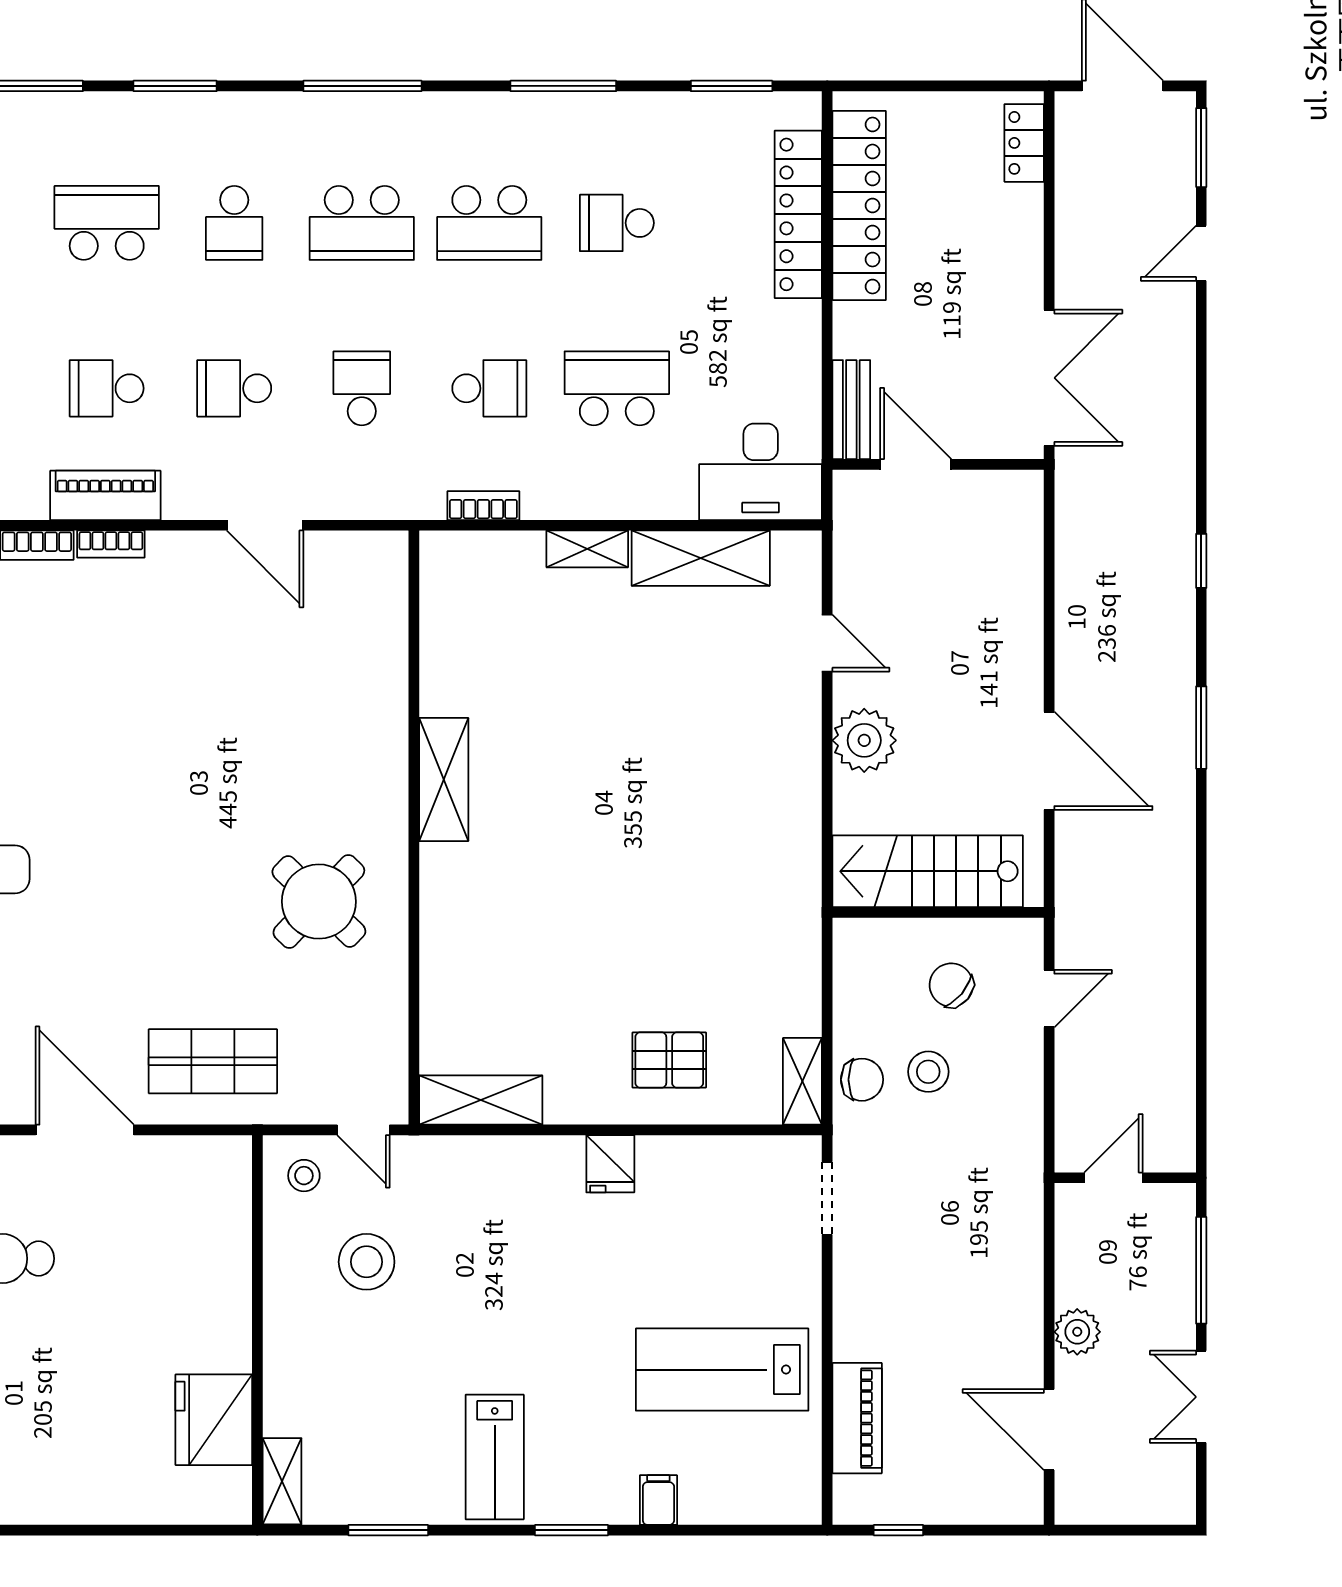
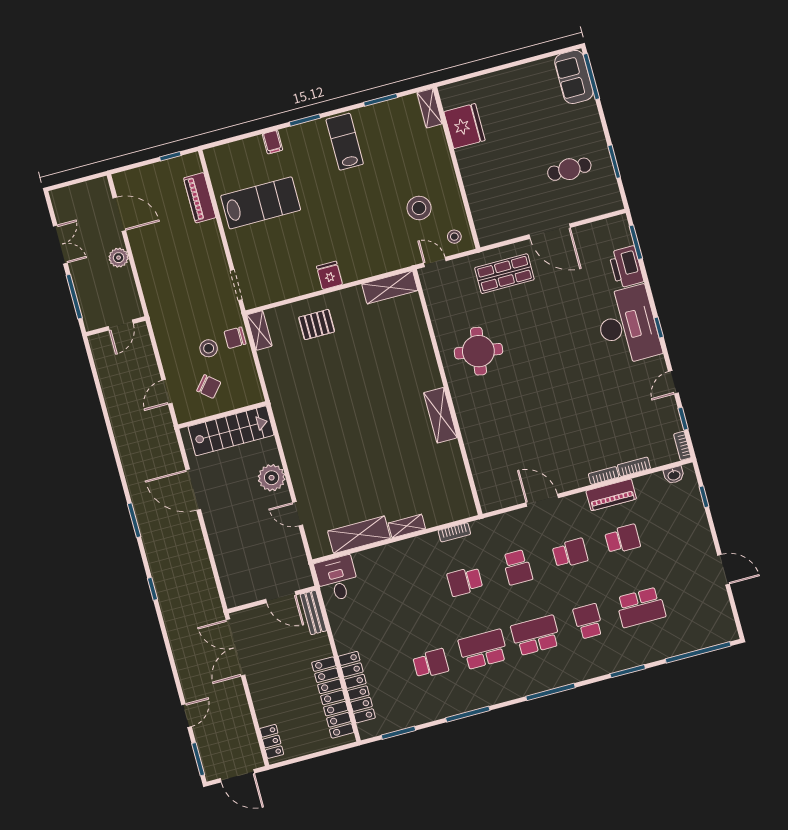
school desk: (617, 388) -> (412, 595), removed
desk: (761, 472) -> (337, 579), width x0.73
round table: (319, 902) -> (478, 351), turned -35

